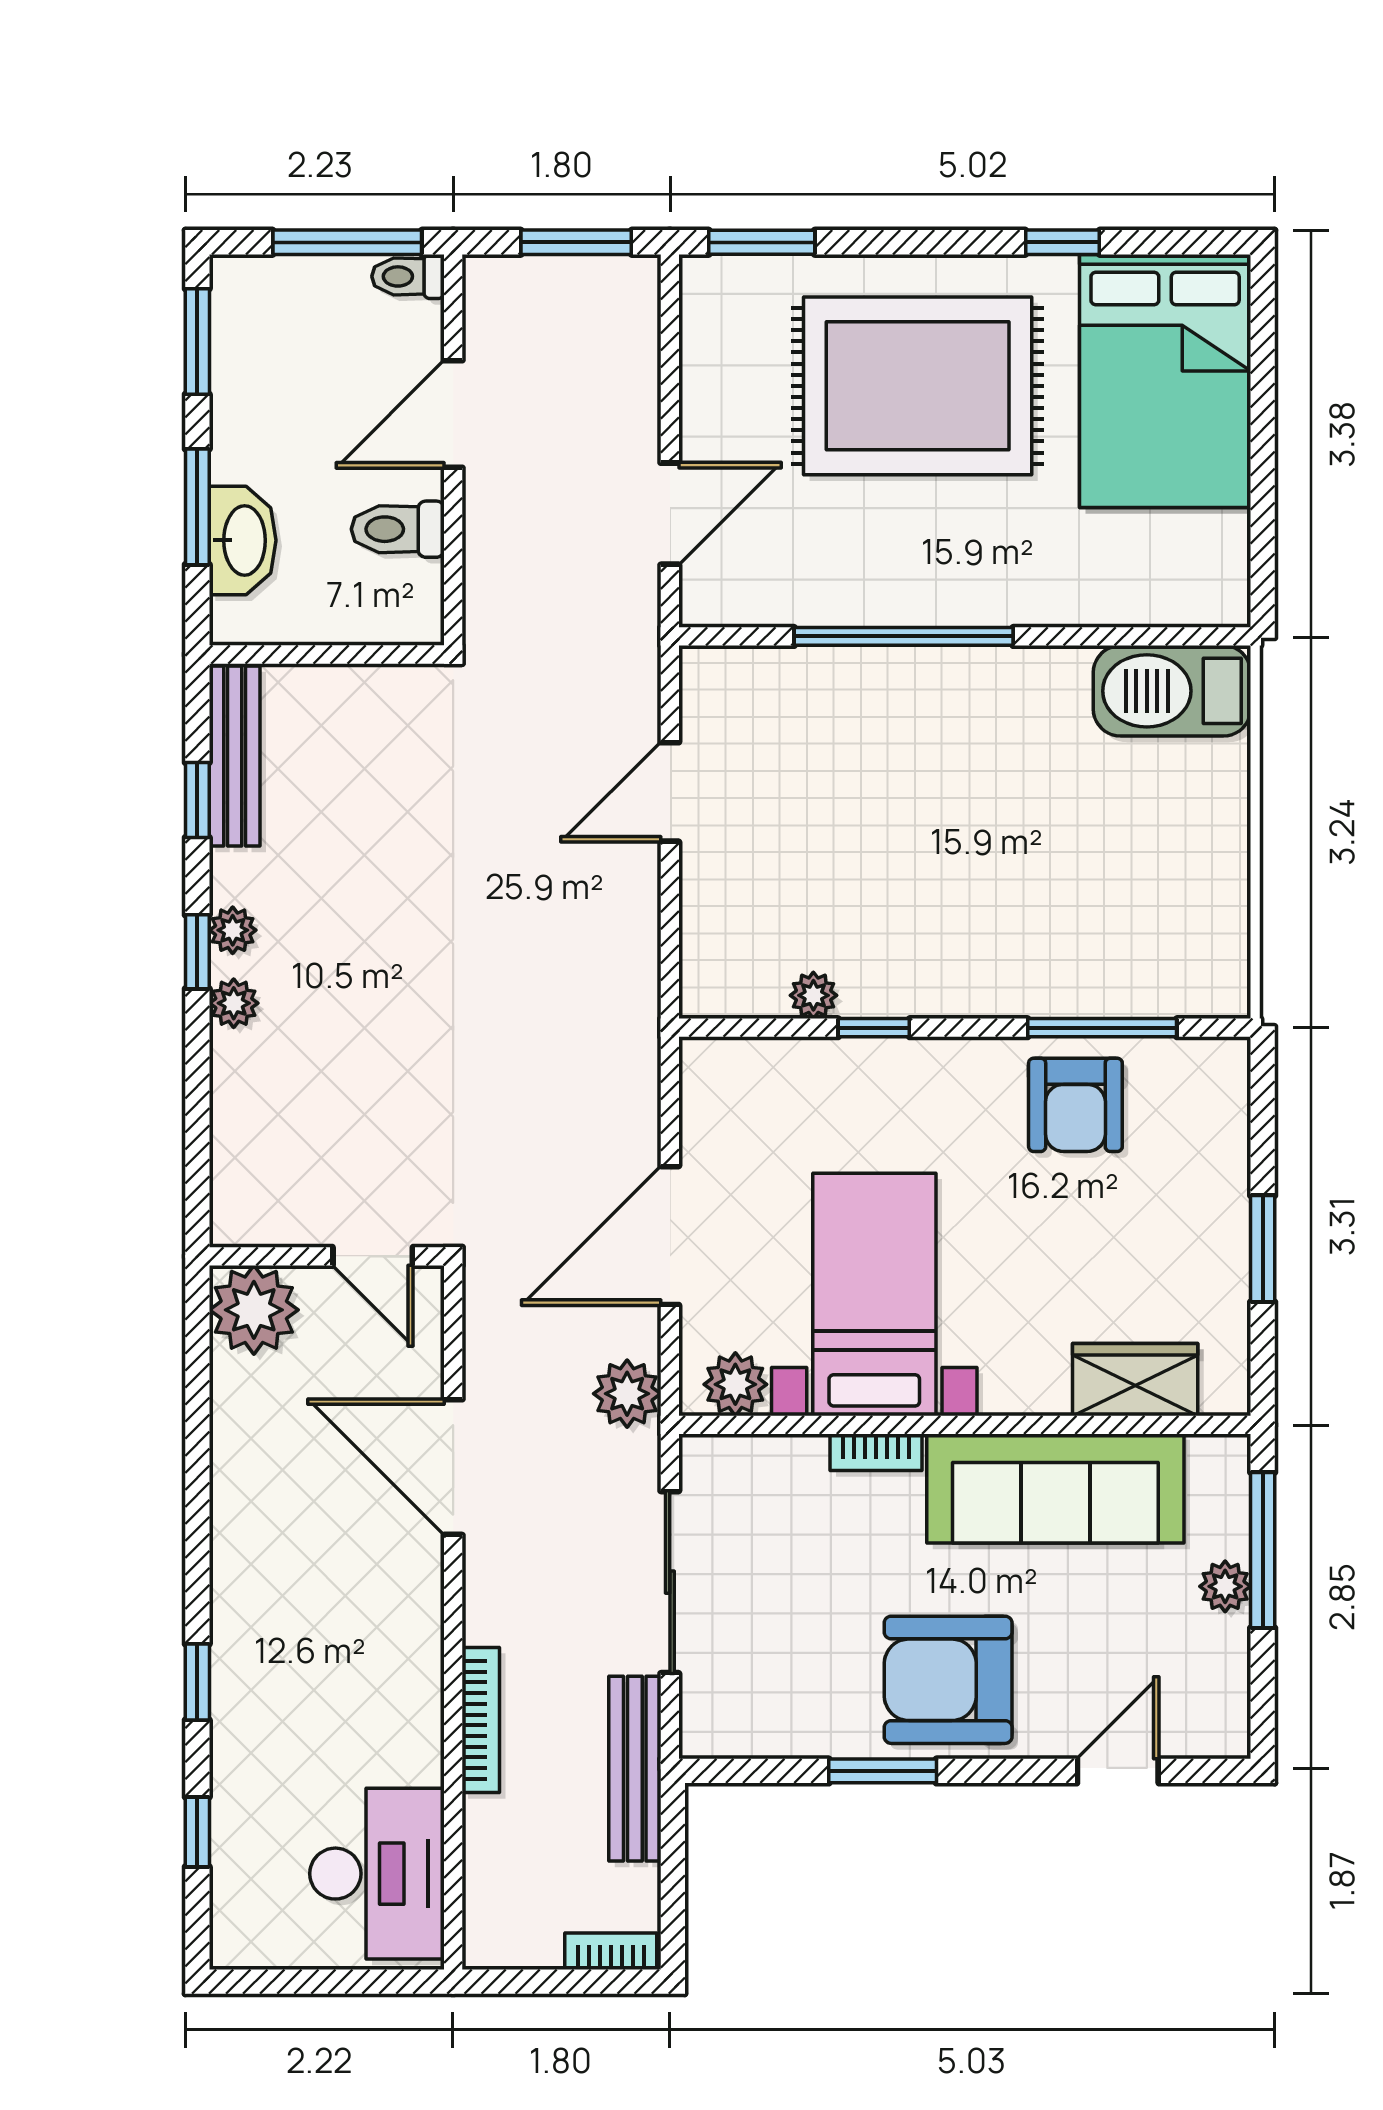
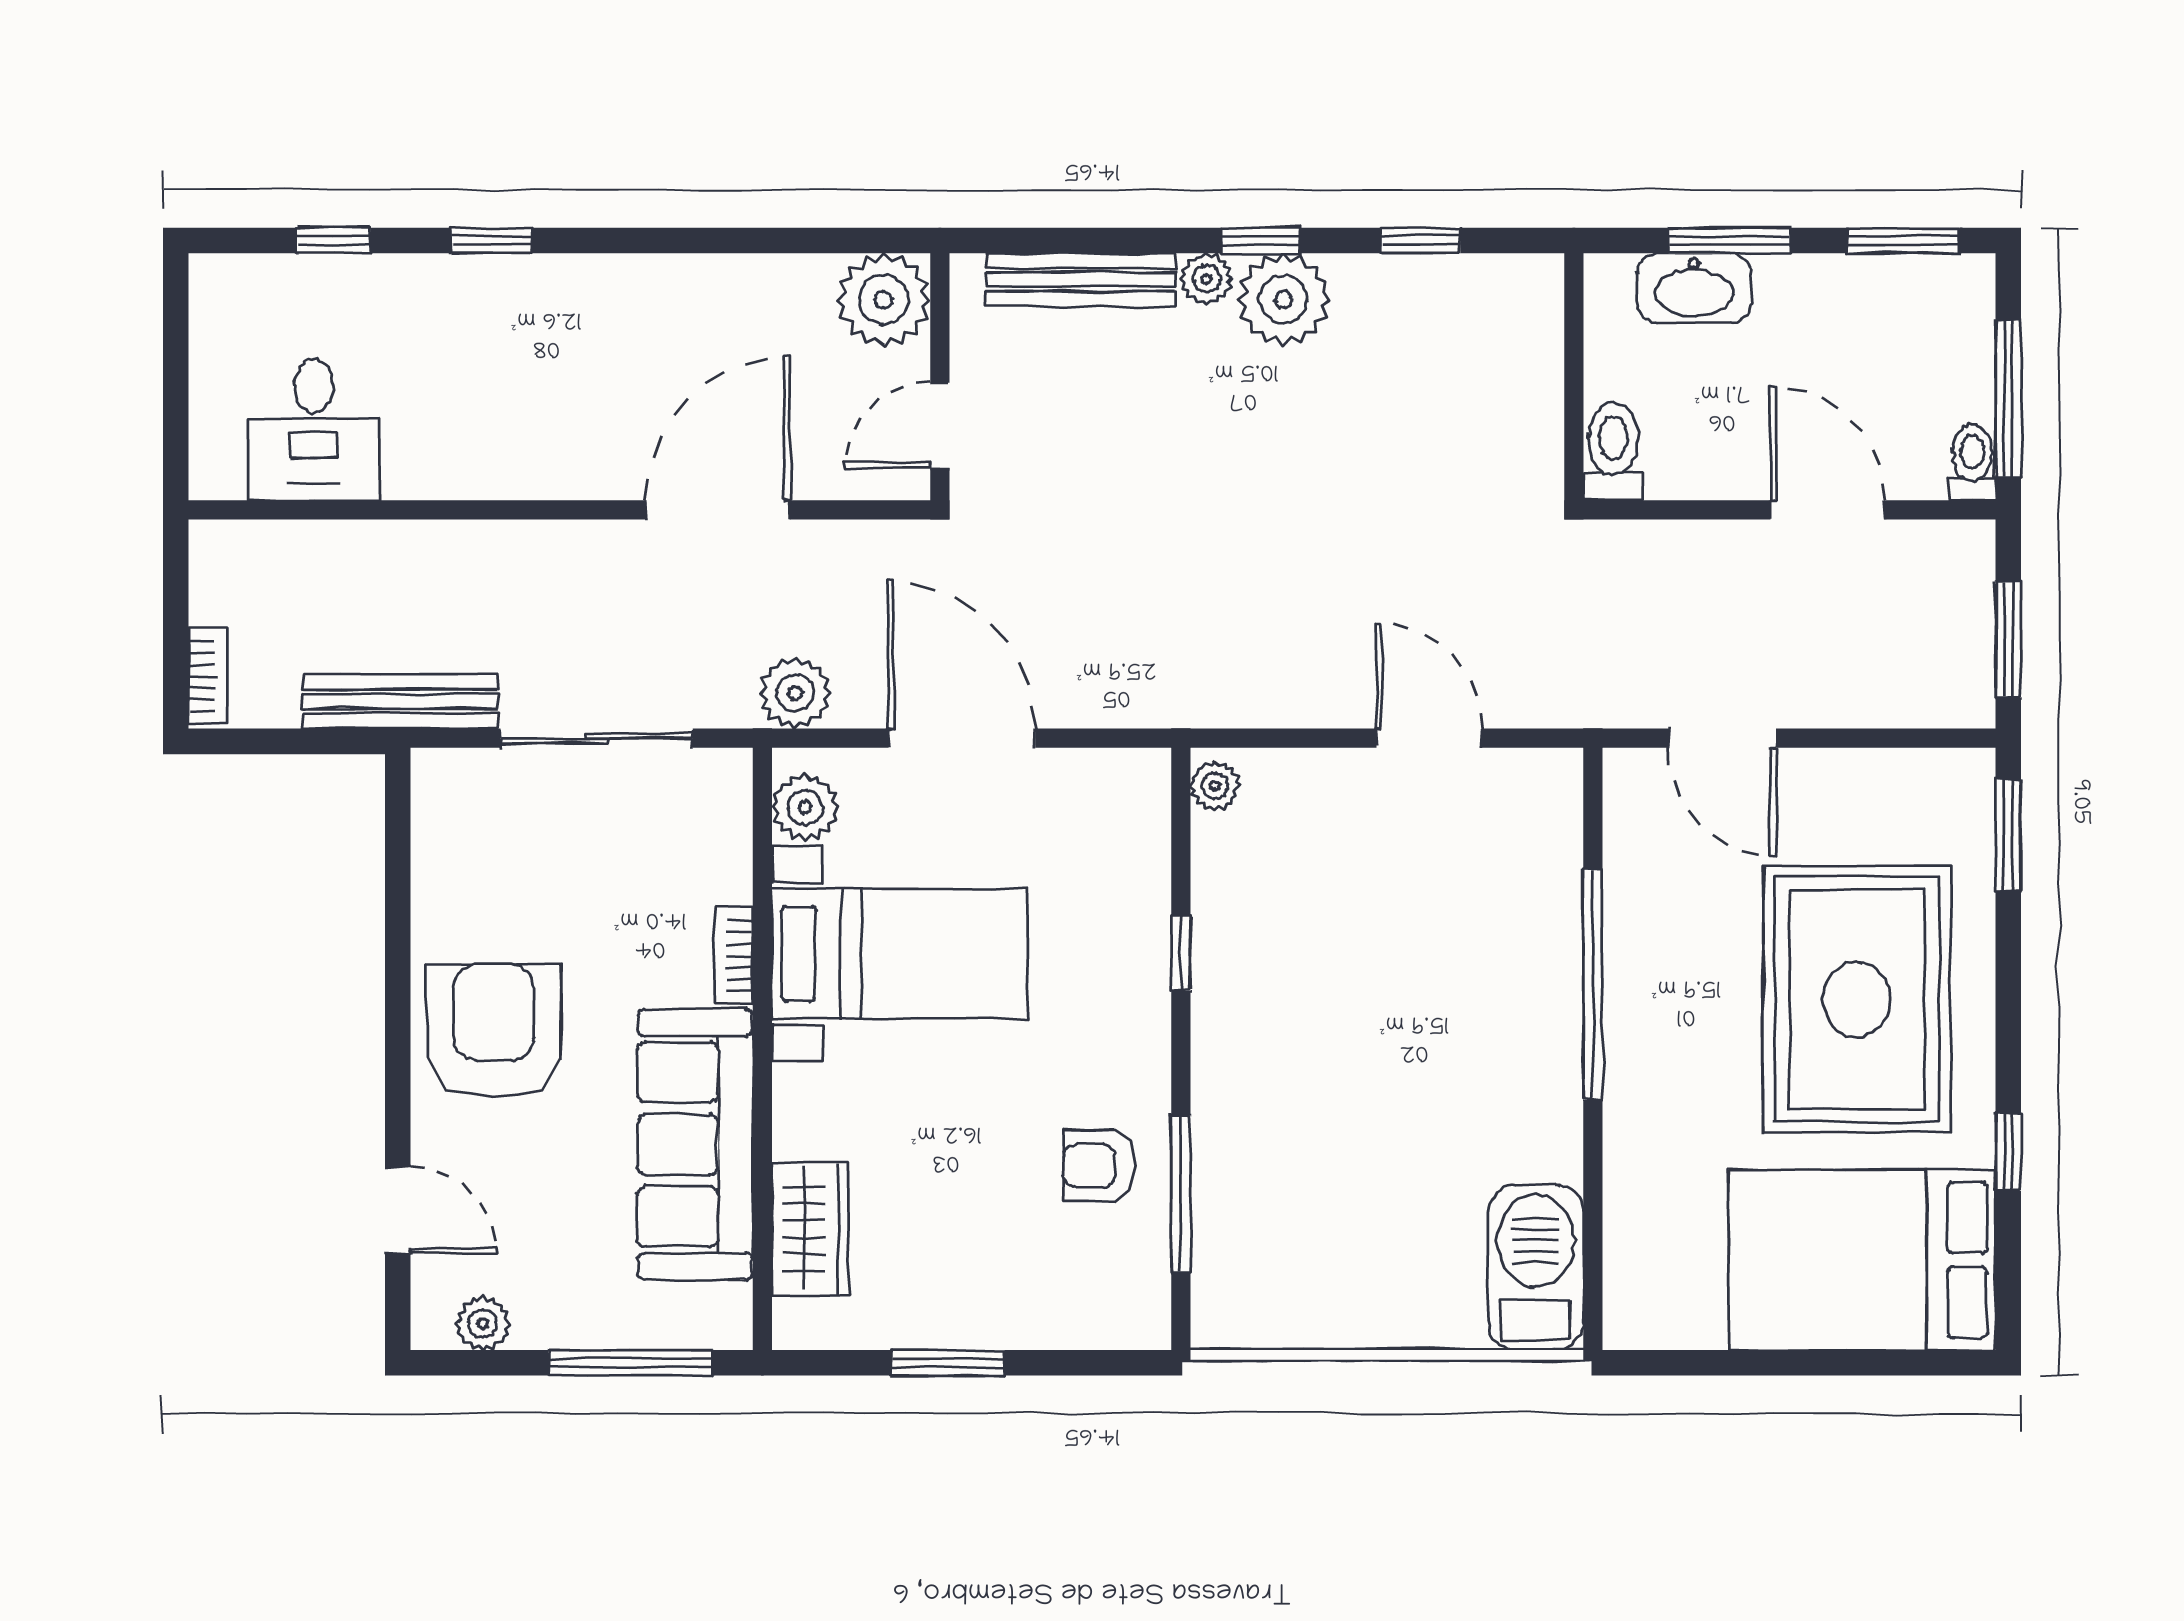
toilet: (398, 529) -> (1613, 452), moved
bench: (235, 756) -> (1081, 280), moved
plant: (233, 930) -> (1283, 299), width x1.88, depth x1.88
plant: (813, 995) -> (1215, 786), moved
armchair: (1075, 1105) -> (1099, 1166), width x0.72, depth x0.72
plant: (1225, 1586) -> (483, 1323), moved
bookcase: (481, 1720) -> (451, 539), removed
window: (883, 1771) -> (398, 962), removed
desk: (377, 1874) -> (314, 430), width x0.73

